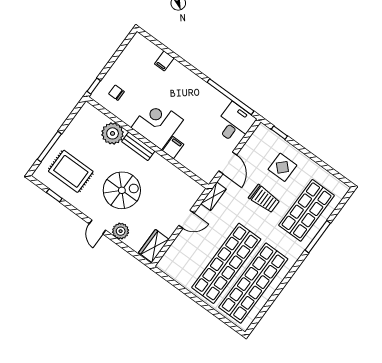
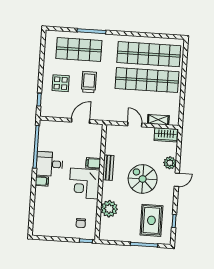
filing cabinet: (164, 61) -> (42, 181), moved
desk: (235, 123) -> (50, 164), moved
bench: (138, 146) -> (108, 168), moved
shelving: (213, 196) -> (158, 120), moved

